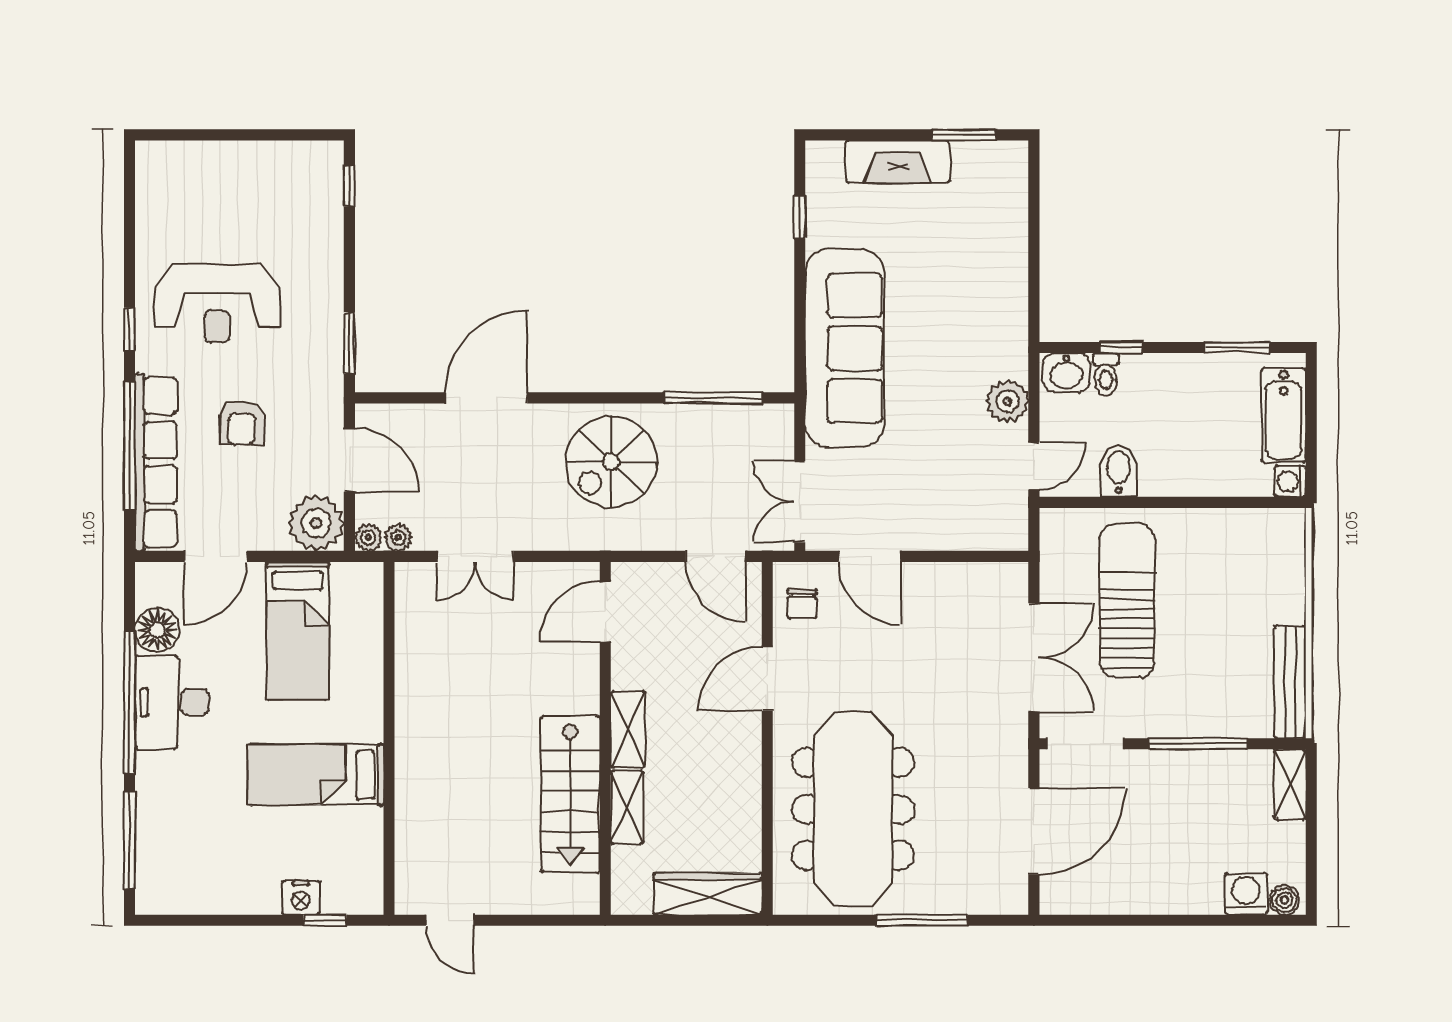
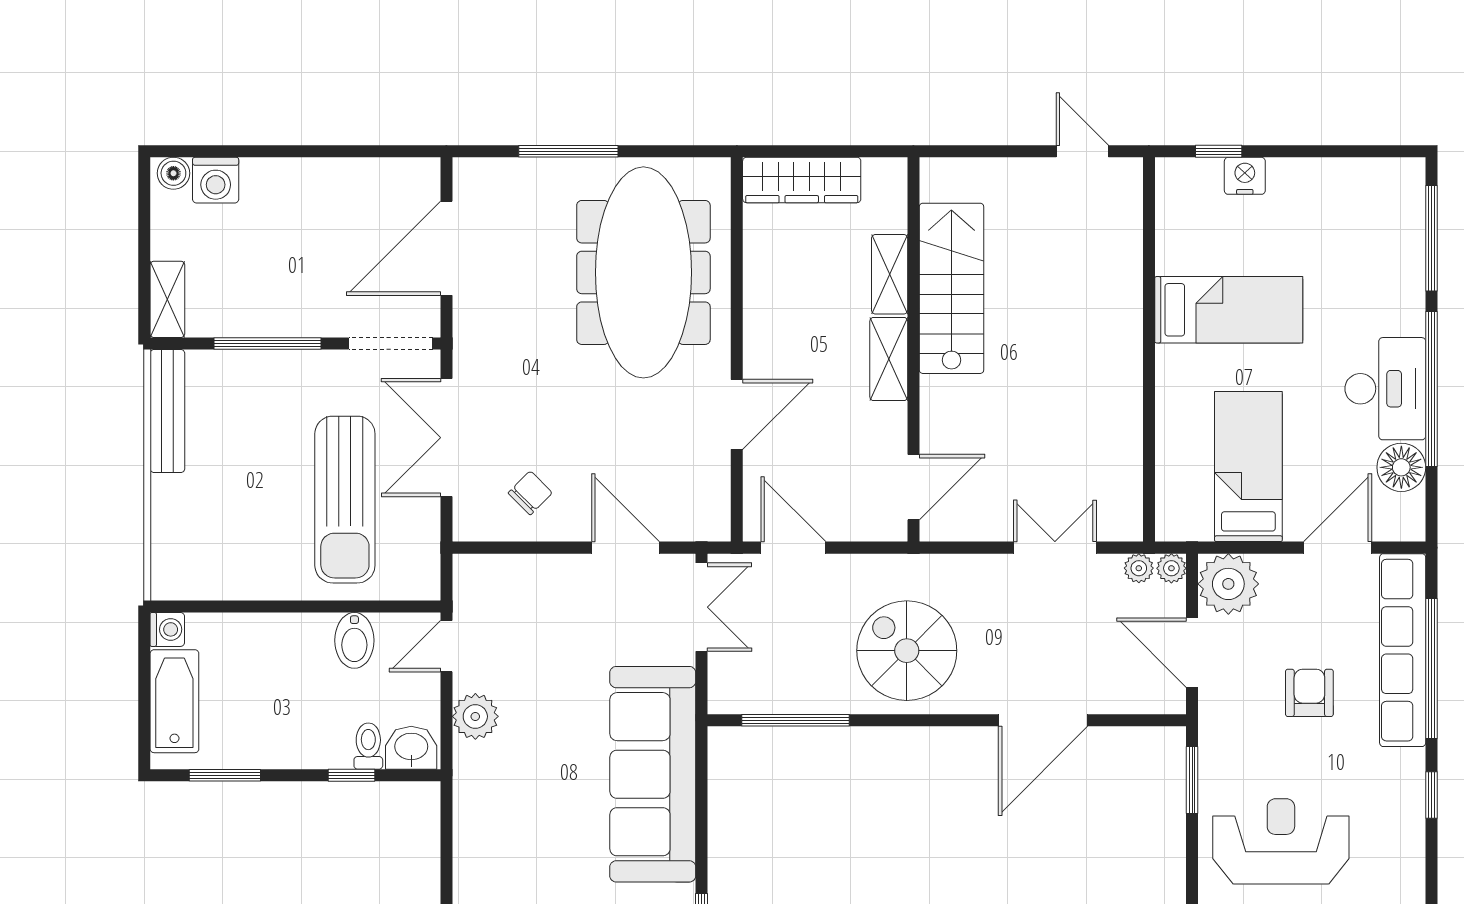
reception desk: (217, 303) -> (1281, 841), moved
spiral stairs: (611, 462) -> (907, 651), turned -90
chair: (802, 604) -> (530, 493), moved, turned 45

